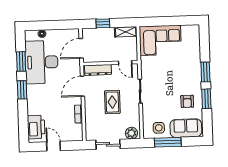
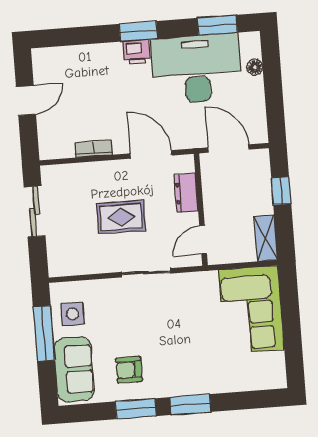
window: (21, 61) -> (217, 25), moved
dresser: (98, 70) -> (186, 193), width x0.70
printer: (36, 127) -> (137, 52), moved, width x0.53, depth x0.68
plant: (131, 133) -> (59, 259), removed

